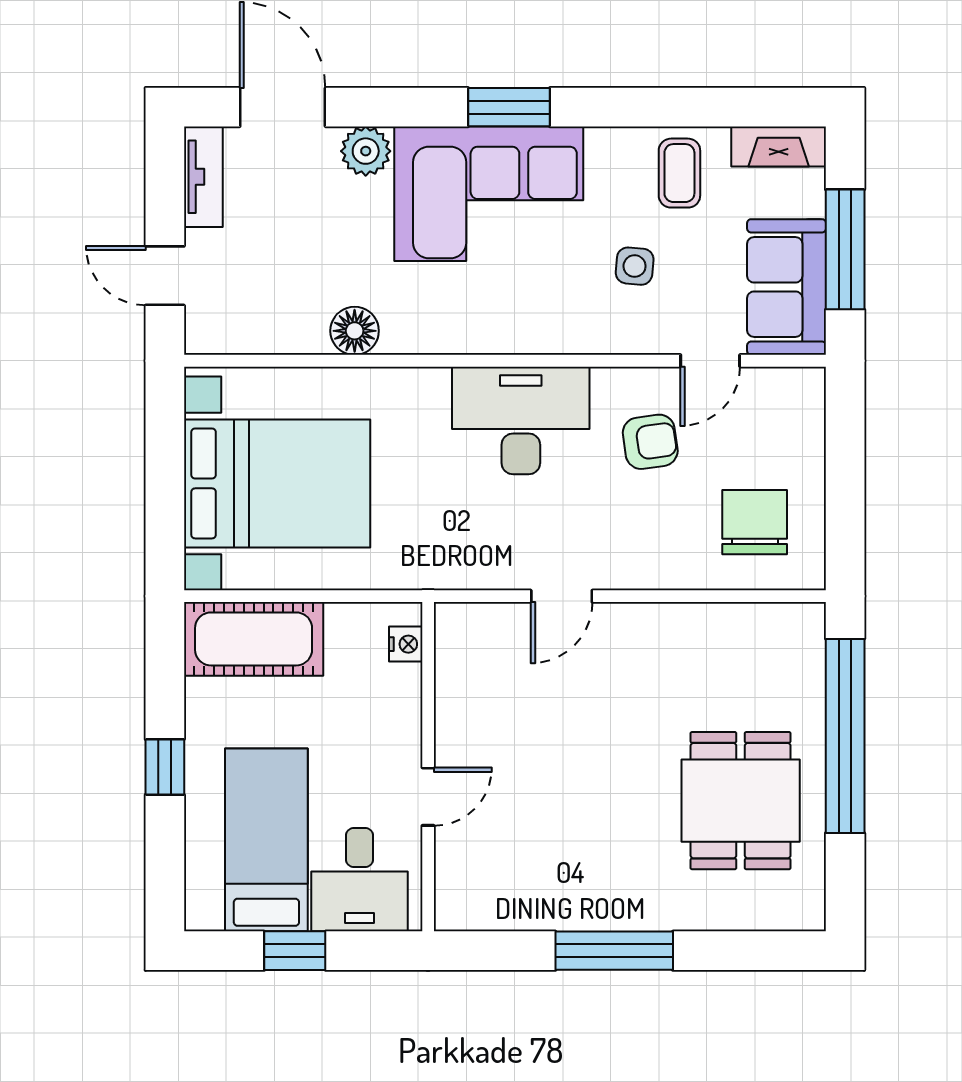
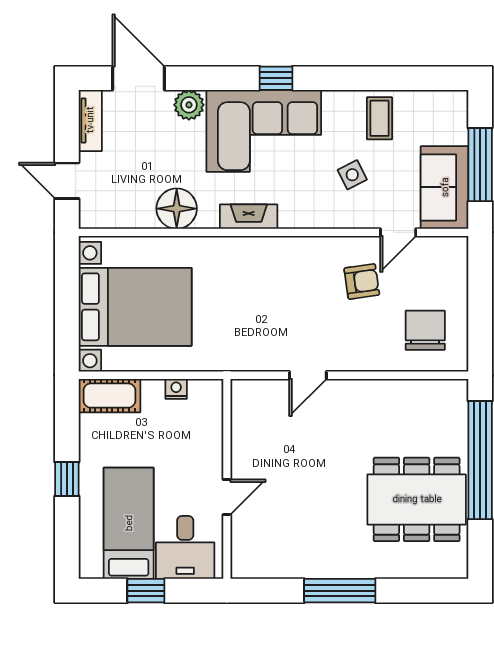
window: (509, 107) -> (276, 78), width x0.67
fireplace: (779, 146) -> (249, 217), moved, turned 180
side table: (635, 266) -> (352, 175), turned -32
floor lamp: (355, 331) -> (177, 209), width x1.38, depth x1.38
desk: (521, 420) -> (283, 269), removed
cot: (254, 639) -> (109, 396), width x0.73, depth x0.75
nightstand: (406, 644) -> (176, 389), moved, turned -90
dining table: (741, 801) -> (417, 499), width x1.38

